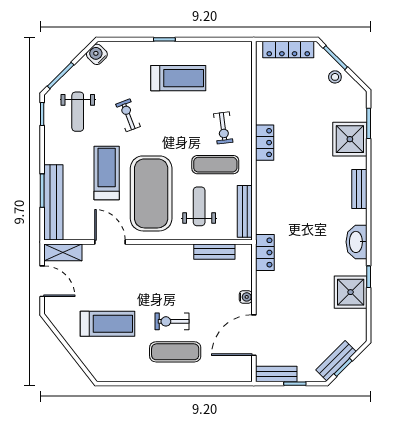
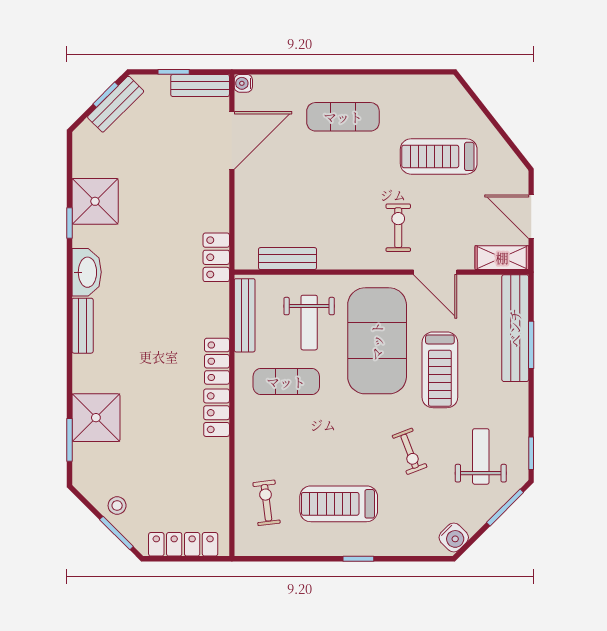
exercise bike: (223, 128) -> (267, 503), moved
locker: (264, 179) -> (217, 361), added
bench: (359, 189) -> (83, 326), moved
water cooler: (246, 297) -> (243, 83), moved
exercise bike: (172, 321) -> (398, 228), moved, turned -90

